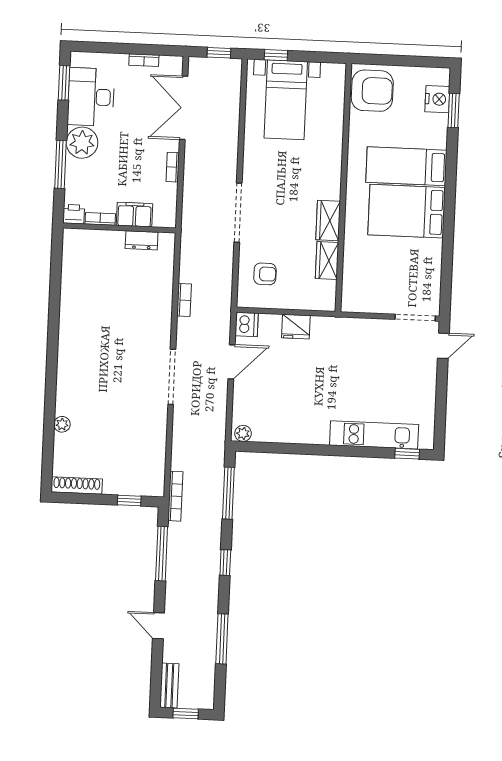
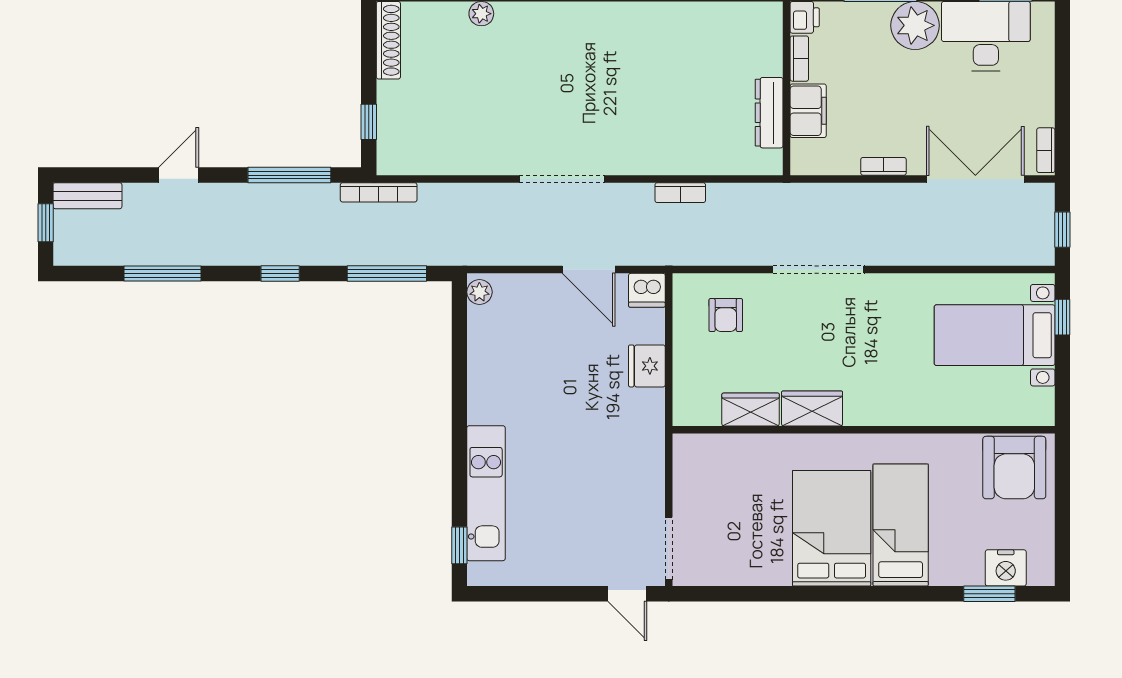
bookcase: (144, 60) -> (1046, 150), moved
dresser: (142, 240) -> (769, 113), width x1.44

